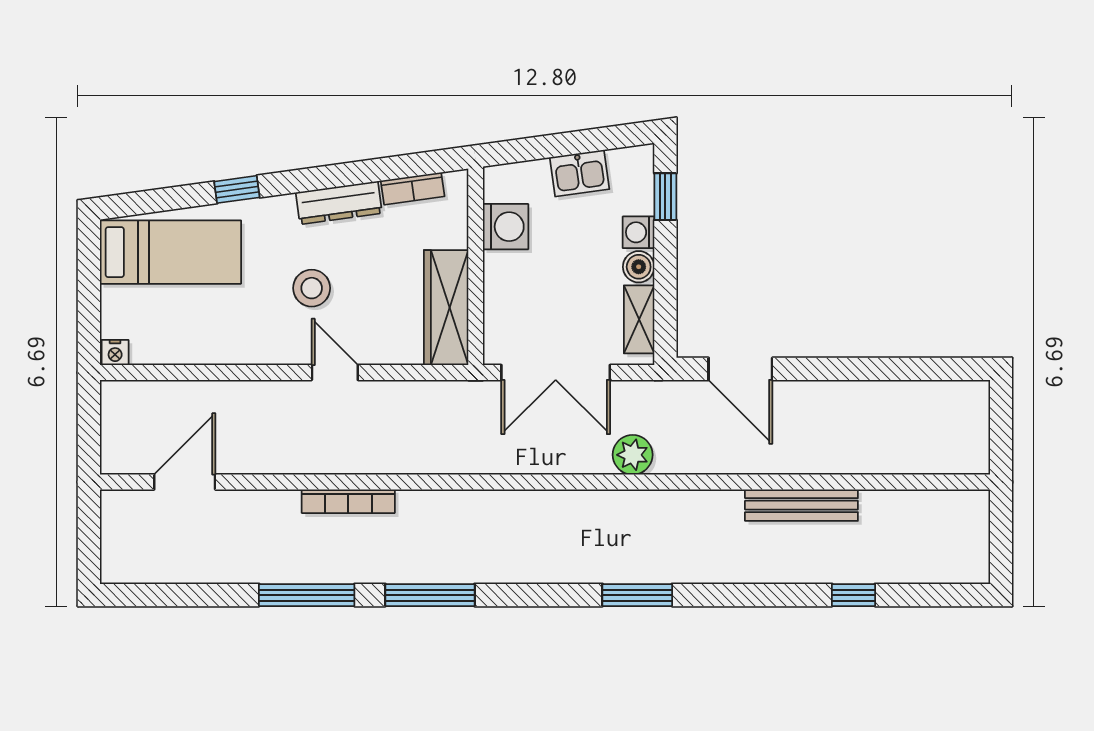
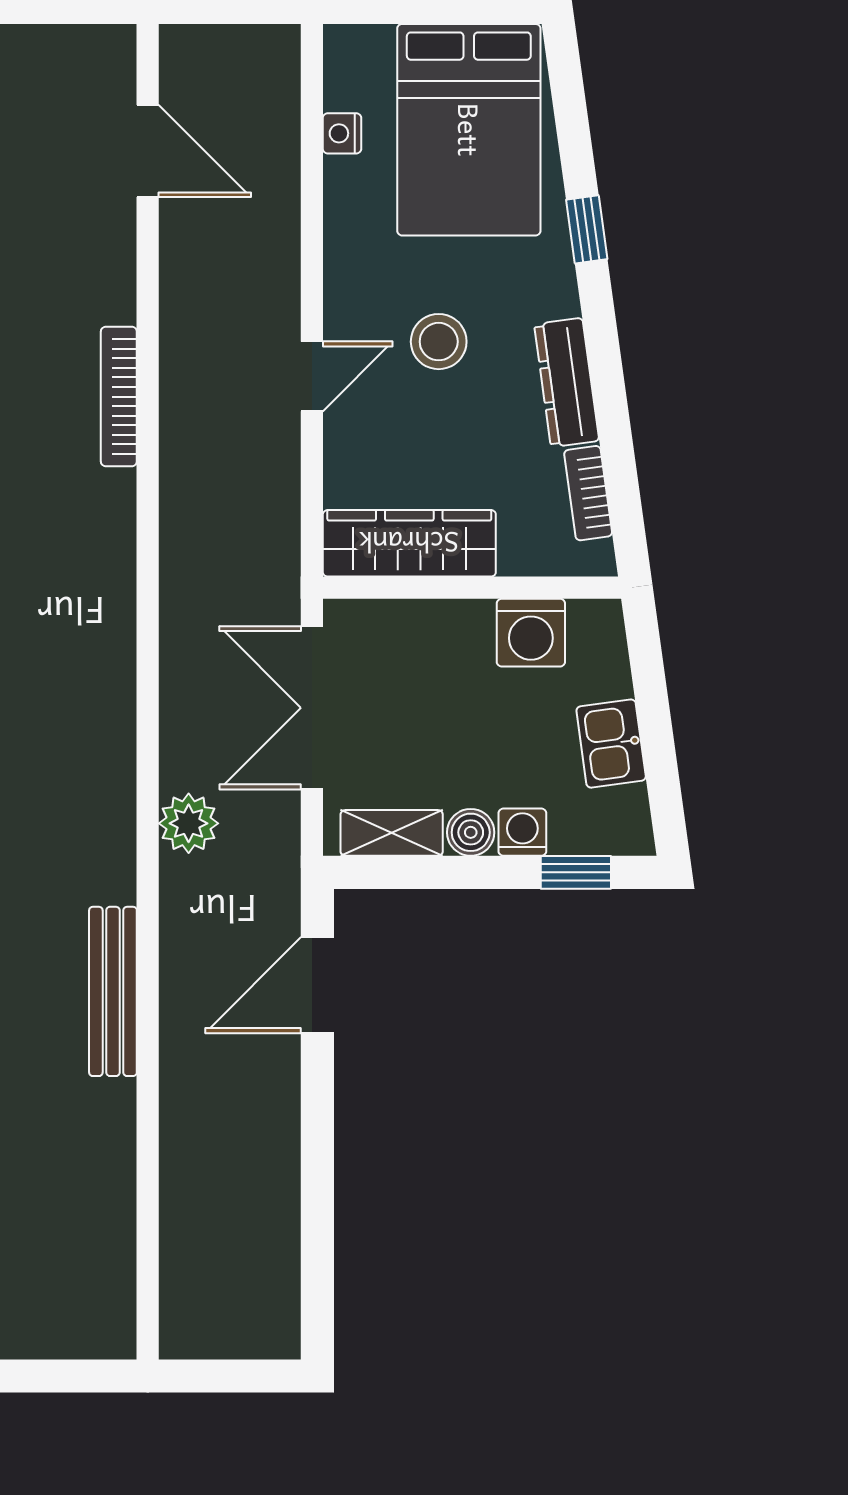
bed: (170, 252) -> (469, 130), width x1.50
nightstand: (115, 353) -> (342, 133), moved
bench: (801, 505) -> (113, 991), moved

